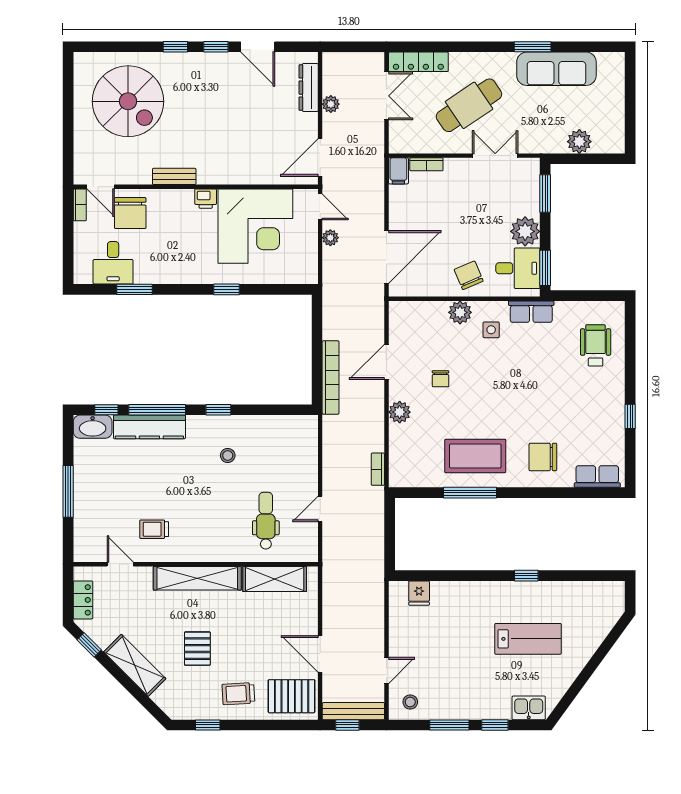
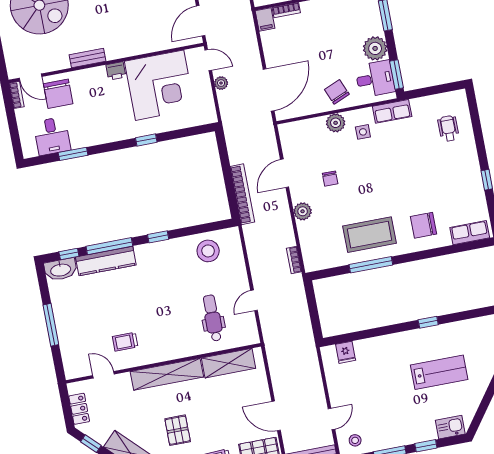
wheelchair: (596, 345) -> (448, 128), width x0.73, depth x0.73
stool: (228, 455) -> (208, 251), moved, width x1.89, depth x1.89

